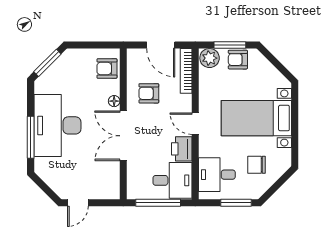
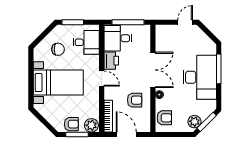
plant: (65, 63) -> (194, 122), added

